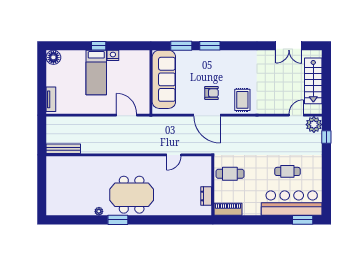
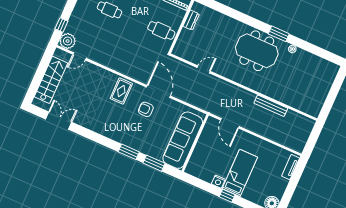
bench: (63, 149) -> (271, 106), moved

